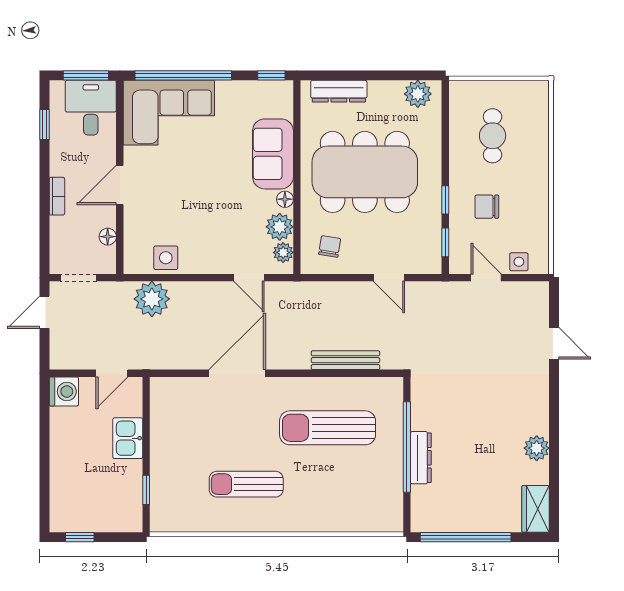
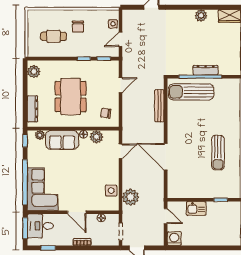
dining table: (365, 172) -> (71, 97), width x0.73, depth x0.80
chair: (487, 207) -> (78, 27), moved
plant: (283, 252) -> (40, 135), moved
sun lounger: (328, 428) -> (191, 92), moved, turned 90

